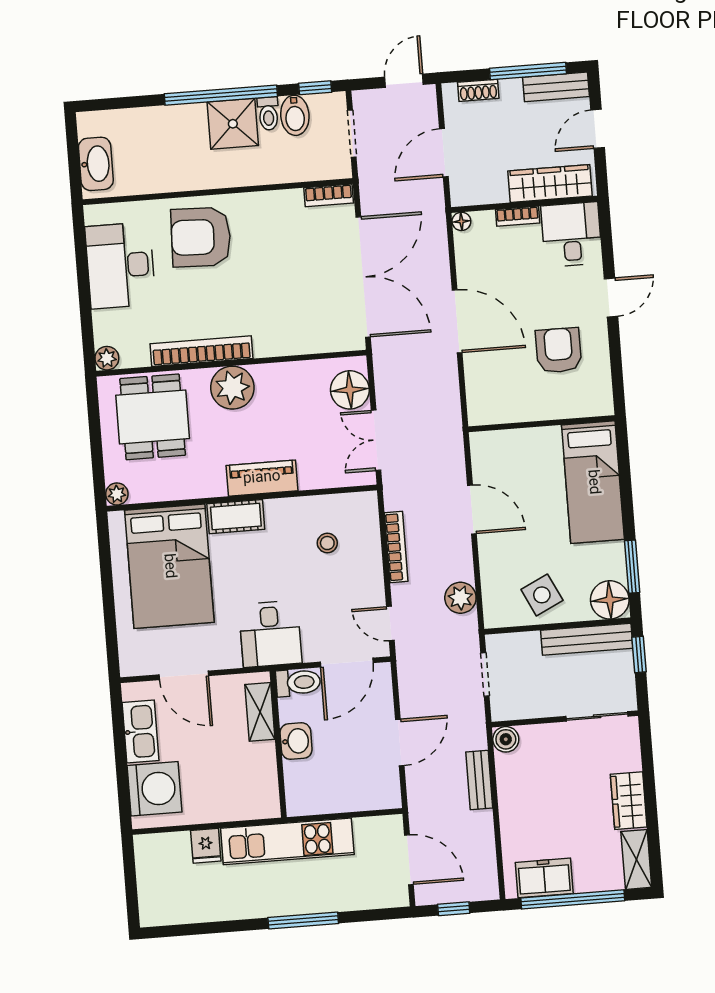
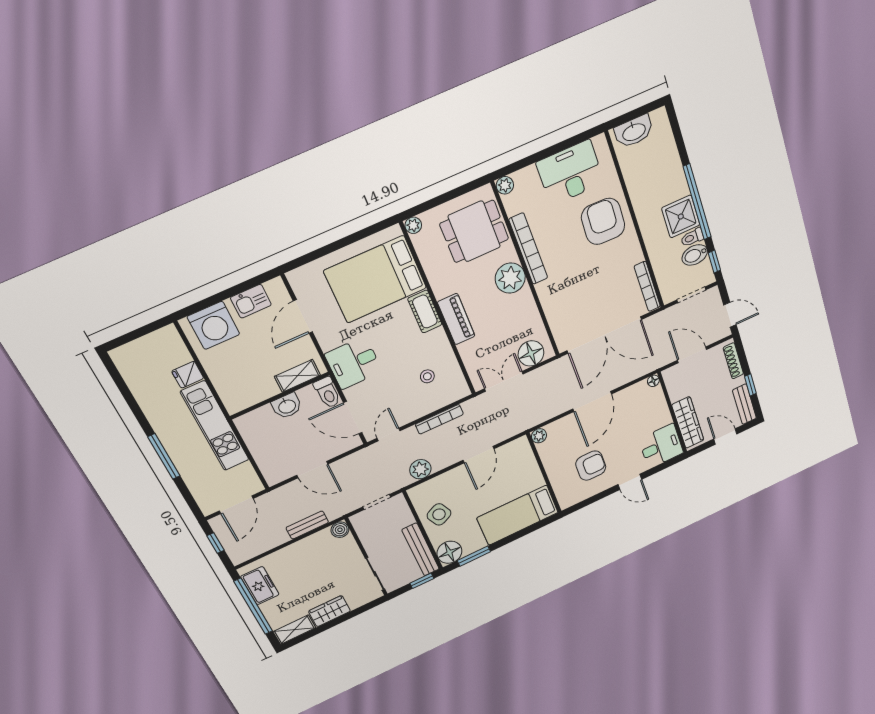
window: (528, 71) -> (750, 385), width x0.46
shoe rack: (478, 90) -> (733, 361), width x1.43
bookcase: (329, 195) -> (647, 286), width x1.56
bookcase: (518, 216) -> (664, 412), removed
plant: (479, 414) -> (539, 436), added
kitchen sink: (141, 732) -> (251, 301), width x0.73

